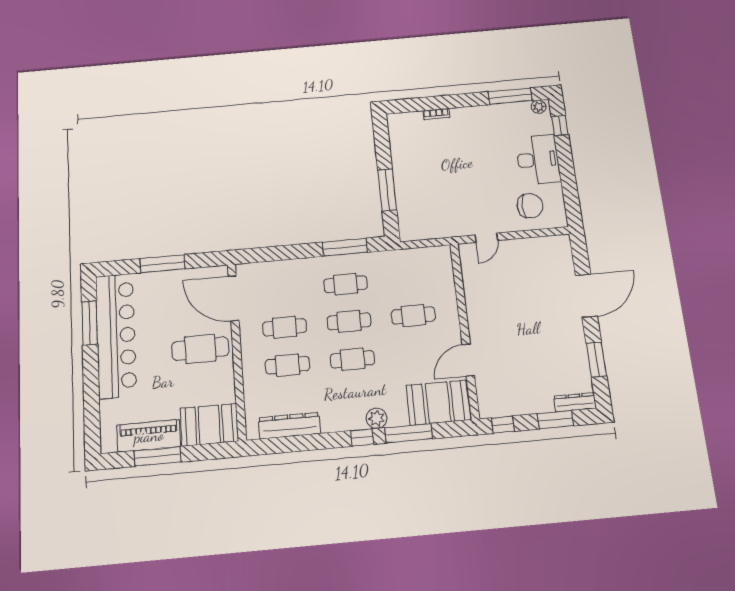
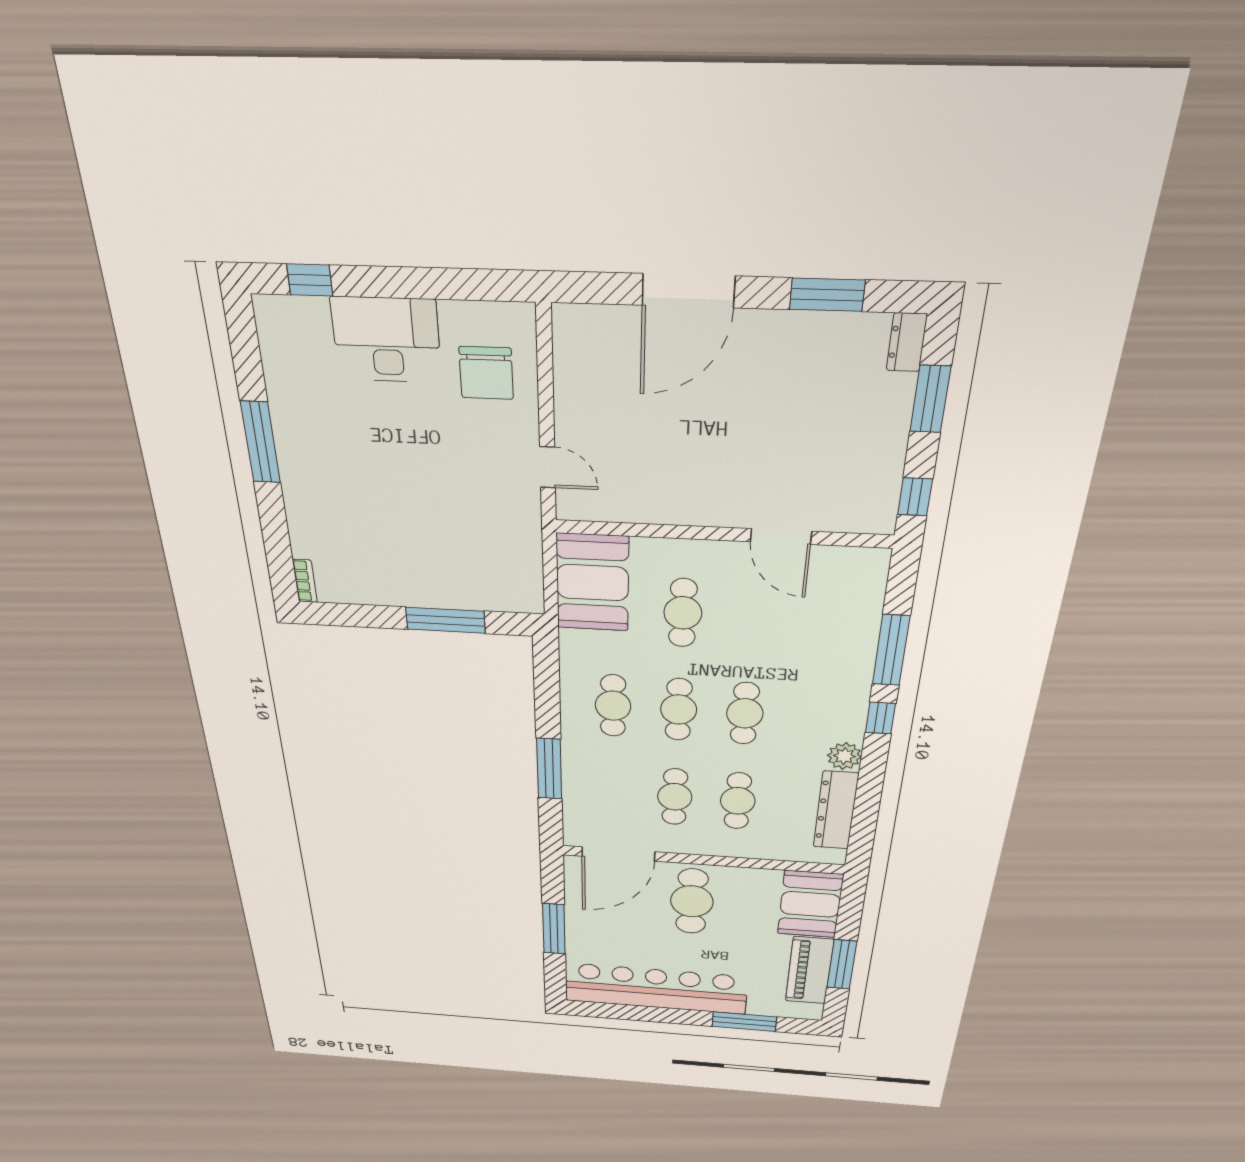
window: (510, 96) -> (261, 442), moved
plant: (539, 107) -> (269, 318), removed
bookcase: (436, 114) -> (305, 581), moved
chair: (530, 206) -> (486, 373), turned 180
window: (345, 247) -> (549, 769), moved
door: (586, 296) -> (688, 291), swing flipped
window: (90, 323) -> (744, 1022), moved
dresser: (575, 402) -> (907, 342), width x0.70
booth: (438, 403) -> (593, 583), moved
plant: (377, 418) -> (844, 756), moved

